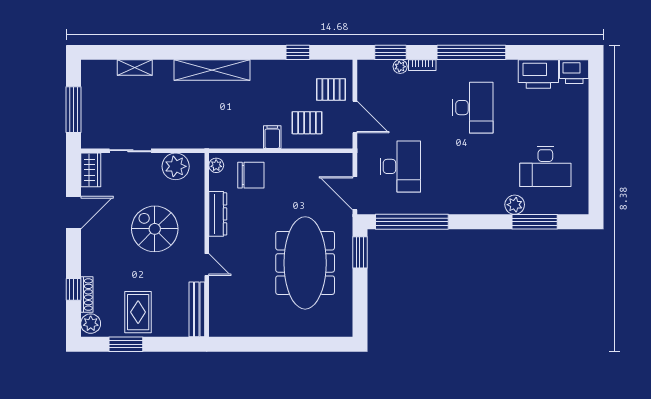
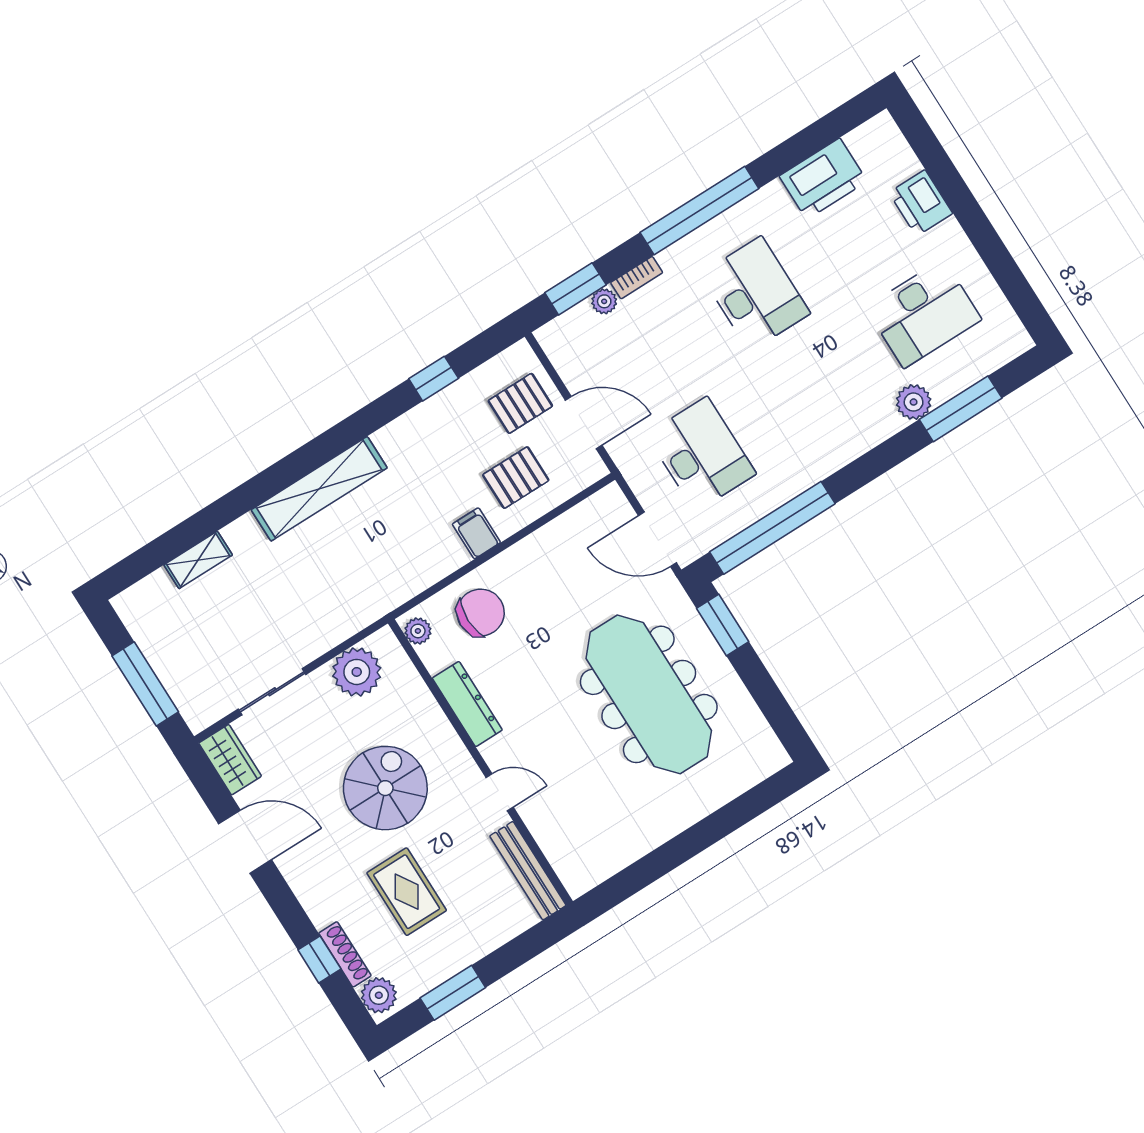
printer: (574, 72) -> (921, 203), moved, turned 90
door: (74, 213) -> (245, 842), hinge flipped
spiral stairs: (155, 229) -> (385, 788), turned 90
rug: (138, 312) -> (407, 892), moved

